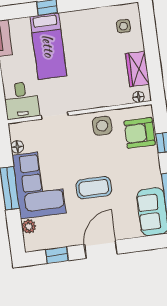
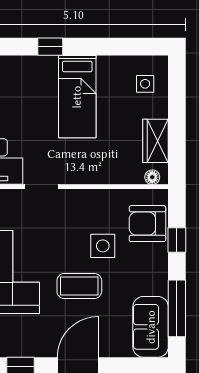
bed: (48, 46) -> (77, 97), moved
side table: (102, 126) -> (103, 246), moved

